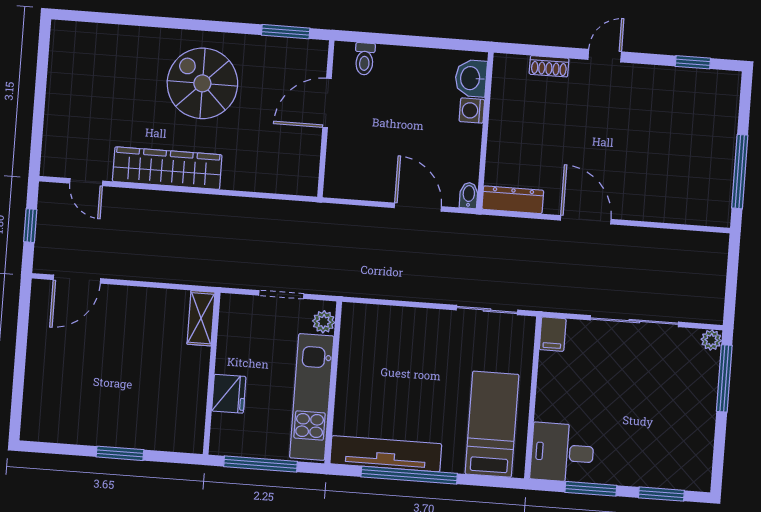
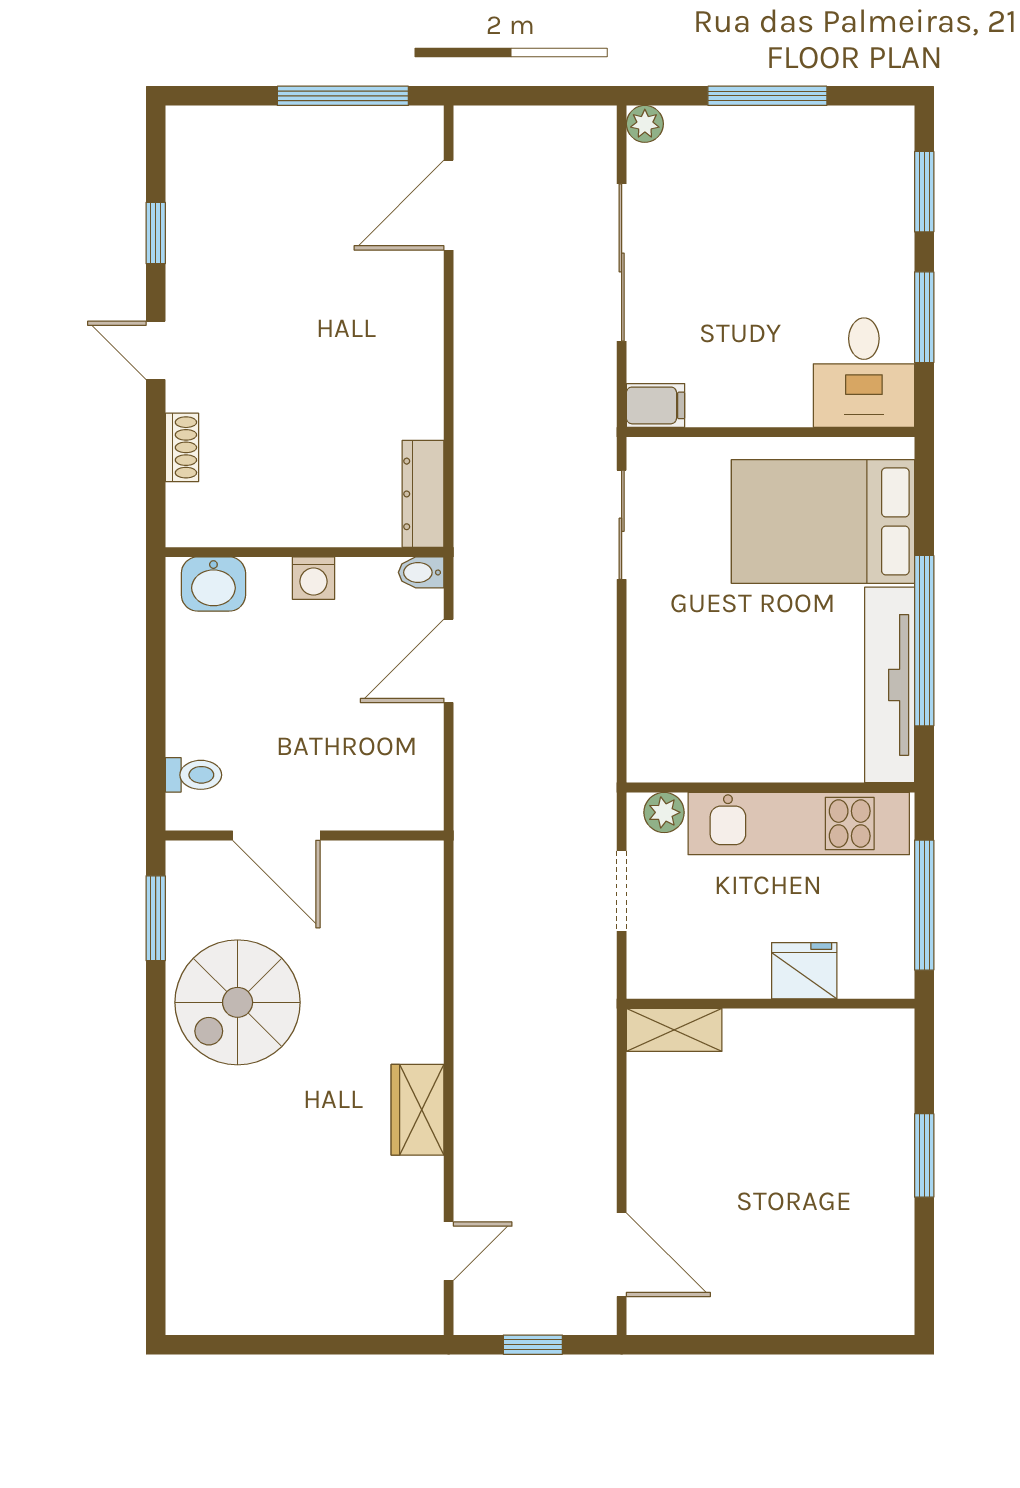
window: (693, 62) -> (156, 233), moved
spiral stairs: (202, 83) -> (238, 1002), moved
washing machine: (472, 111) -> (314, 578), moved
wardrobe: (167, 168) -> (418, 1110), width x0.48, depth x0.85
door: (586, 220) -> (449, 205), moved
window: (724, 378) -> (767, 96), moved
bed: (492, 424) -> (823, 521), width x1.50

